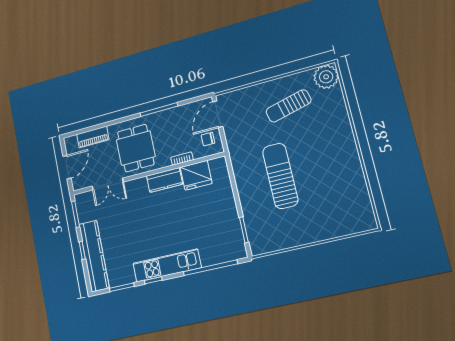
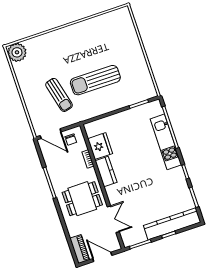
sun lounger: (288, 106) -> (59, 95), moved
piano: (93, 137) -> (80, 249), moved
kitchen unit: (167, 265) -> (166, 142), moved

